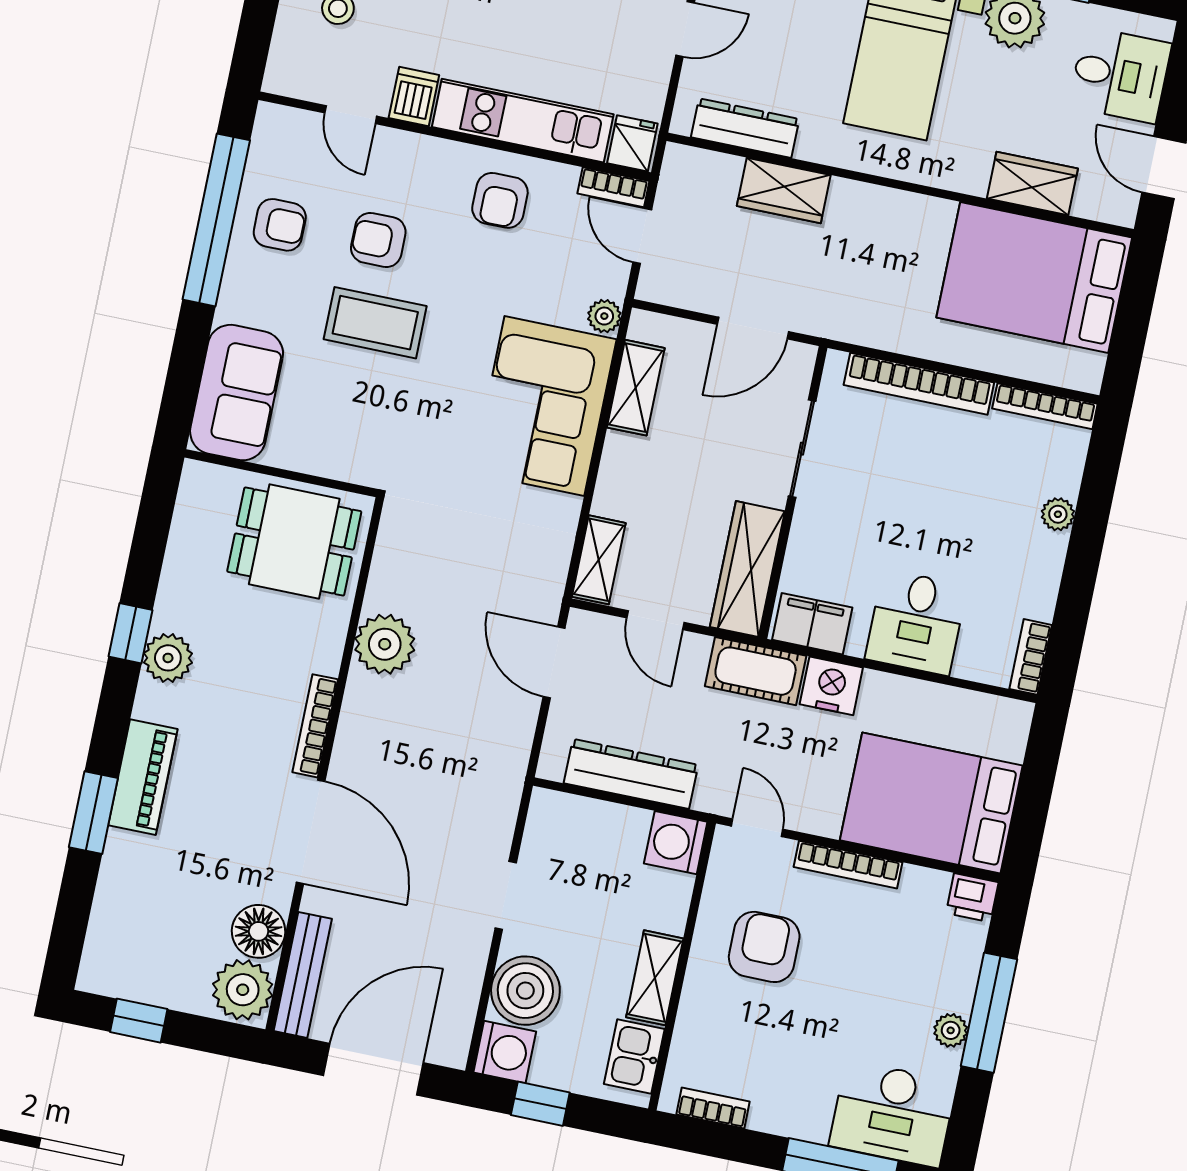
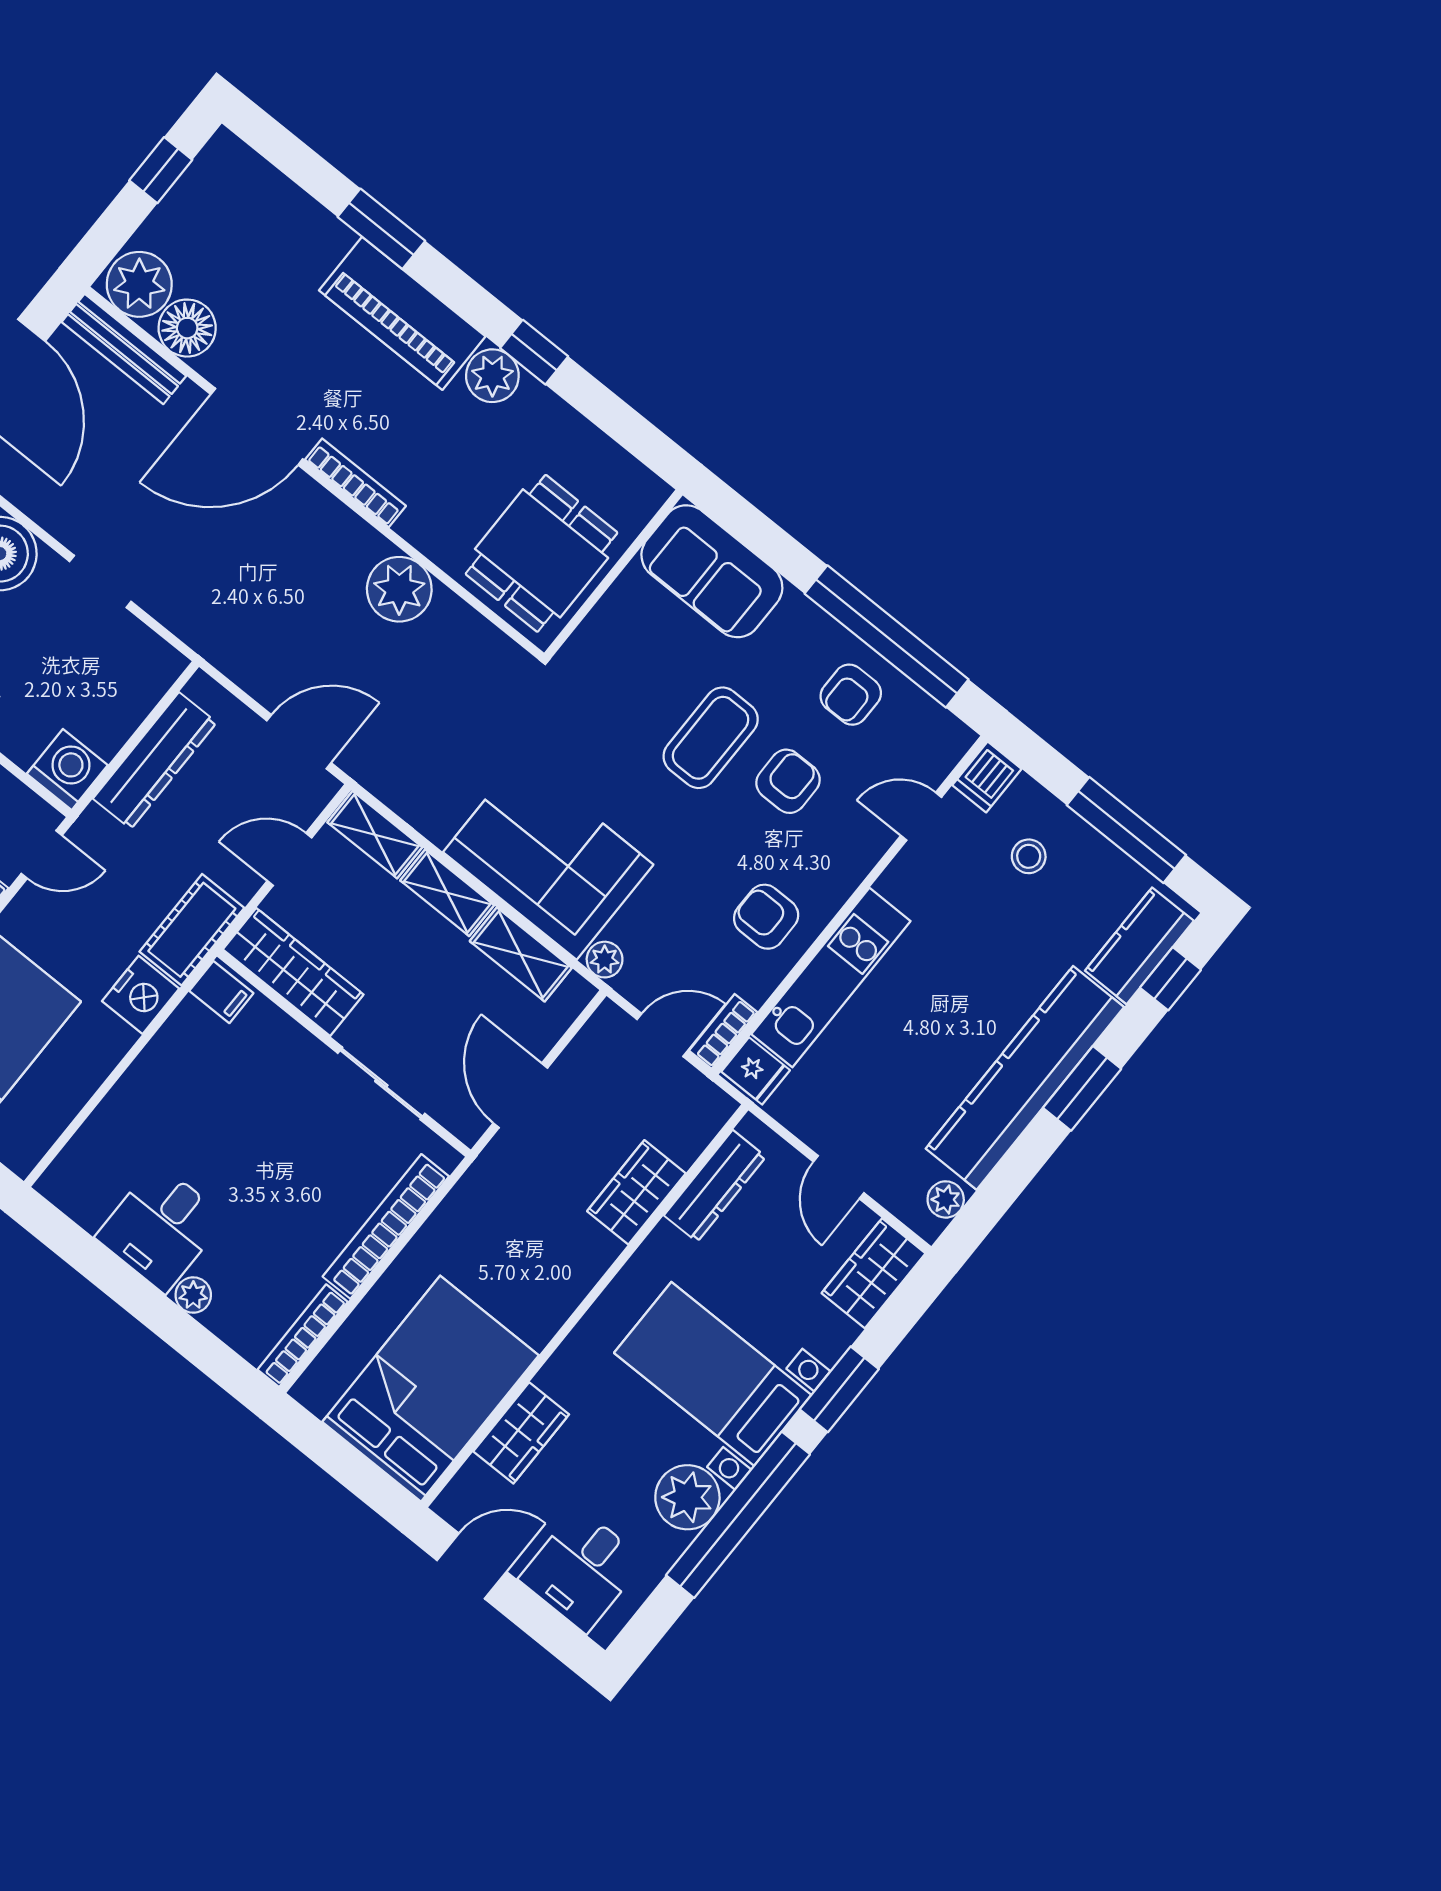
dishwasher: (414, 97) -> (987, 777), moved, turned 90
shelving: (616, 475) -> (447, 893), added
desk: (916, 622) -> (161, 1228), moved, turned -90
filing cabinet: (812, 624) -> (221, 992), width x0.50
bookcase: (1031, 657) -> (70, 1199), removed
piano: (143, 777) -> (402, 313), width x1.37, depth x1.33

